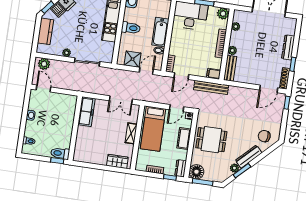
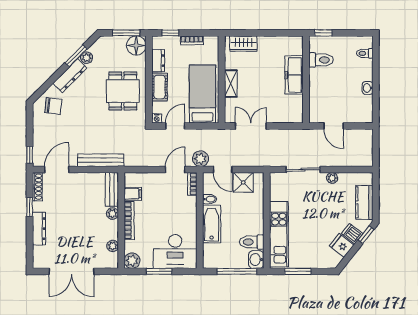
toilet: (131, 28) -> (252, 242), moved
plant: (44, 64) -> (200, 159), moved
door: (146, 71) -> (223, 170), hinge flipped
filing cabinet: (214, 74) -> (133, 194), moved
bench: (211, 87) -> (101, 160), moved
door: (44, 89) -> (334, 126), moved
freezer: (86, 112) -> (294, 75), moved
dining table: (211, 140) -> (123, 91), turned 90
toilet: (60, 153) -> (321, 60), moved
dresser: (181, 168) -> (158, 61), moved

